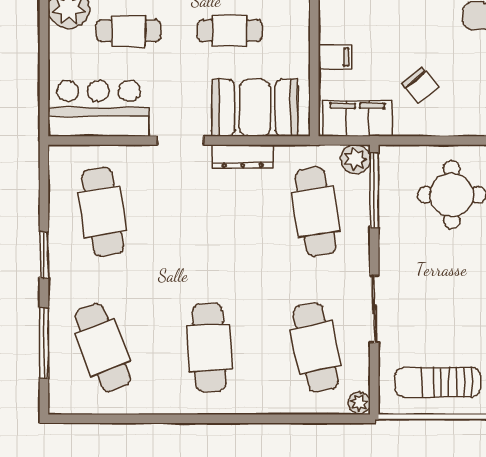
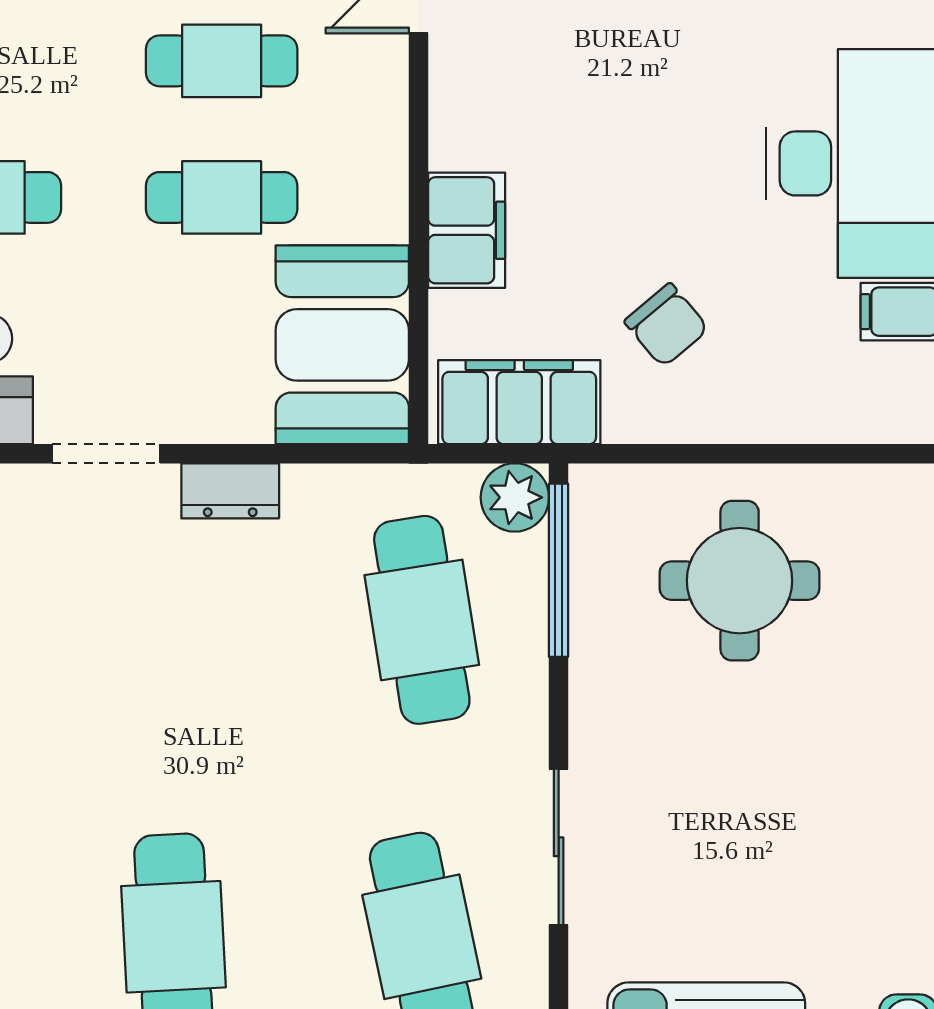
filing cabinet: (335, 57) -> (467, 230), width x2.00
booth: (255, 108) -> (342, 345), moved, turned 90
dresser: (243, 156) -> (230, 491), width x0.70

